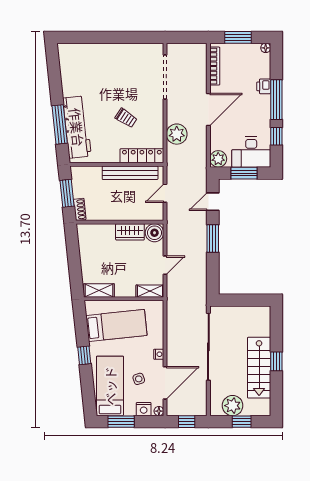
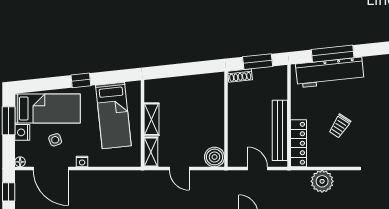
wardrobe: (130, 232) -> (215, 130), removed
shelving: (99, 291) -> (152, 119), moved
nightstand: (144, 409) -> (22, 132), moved

